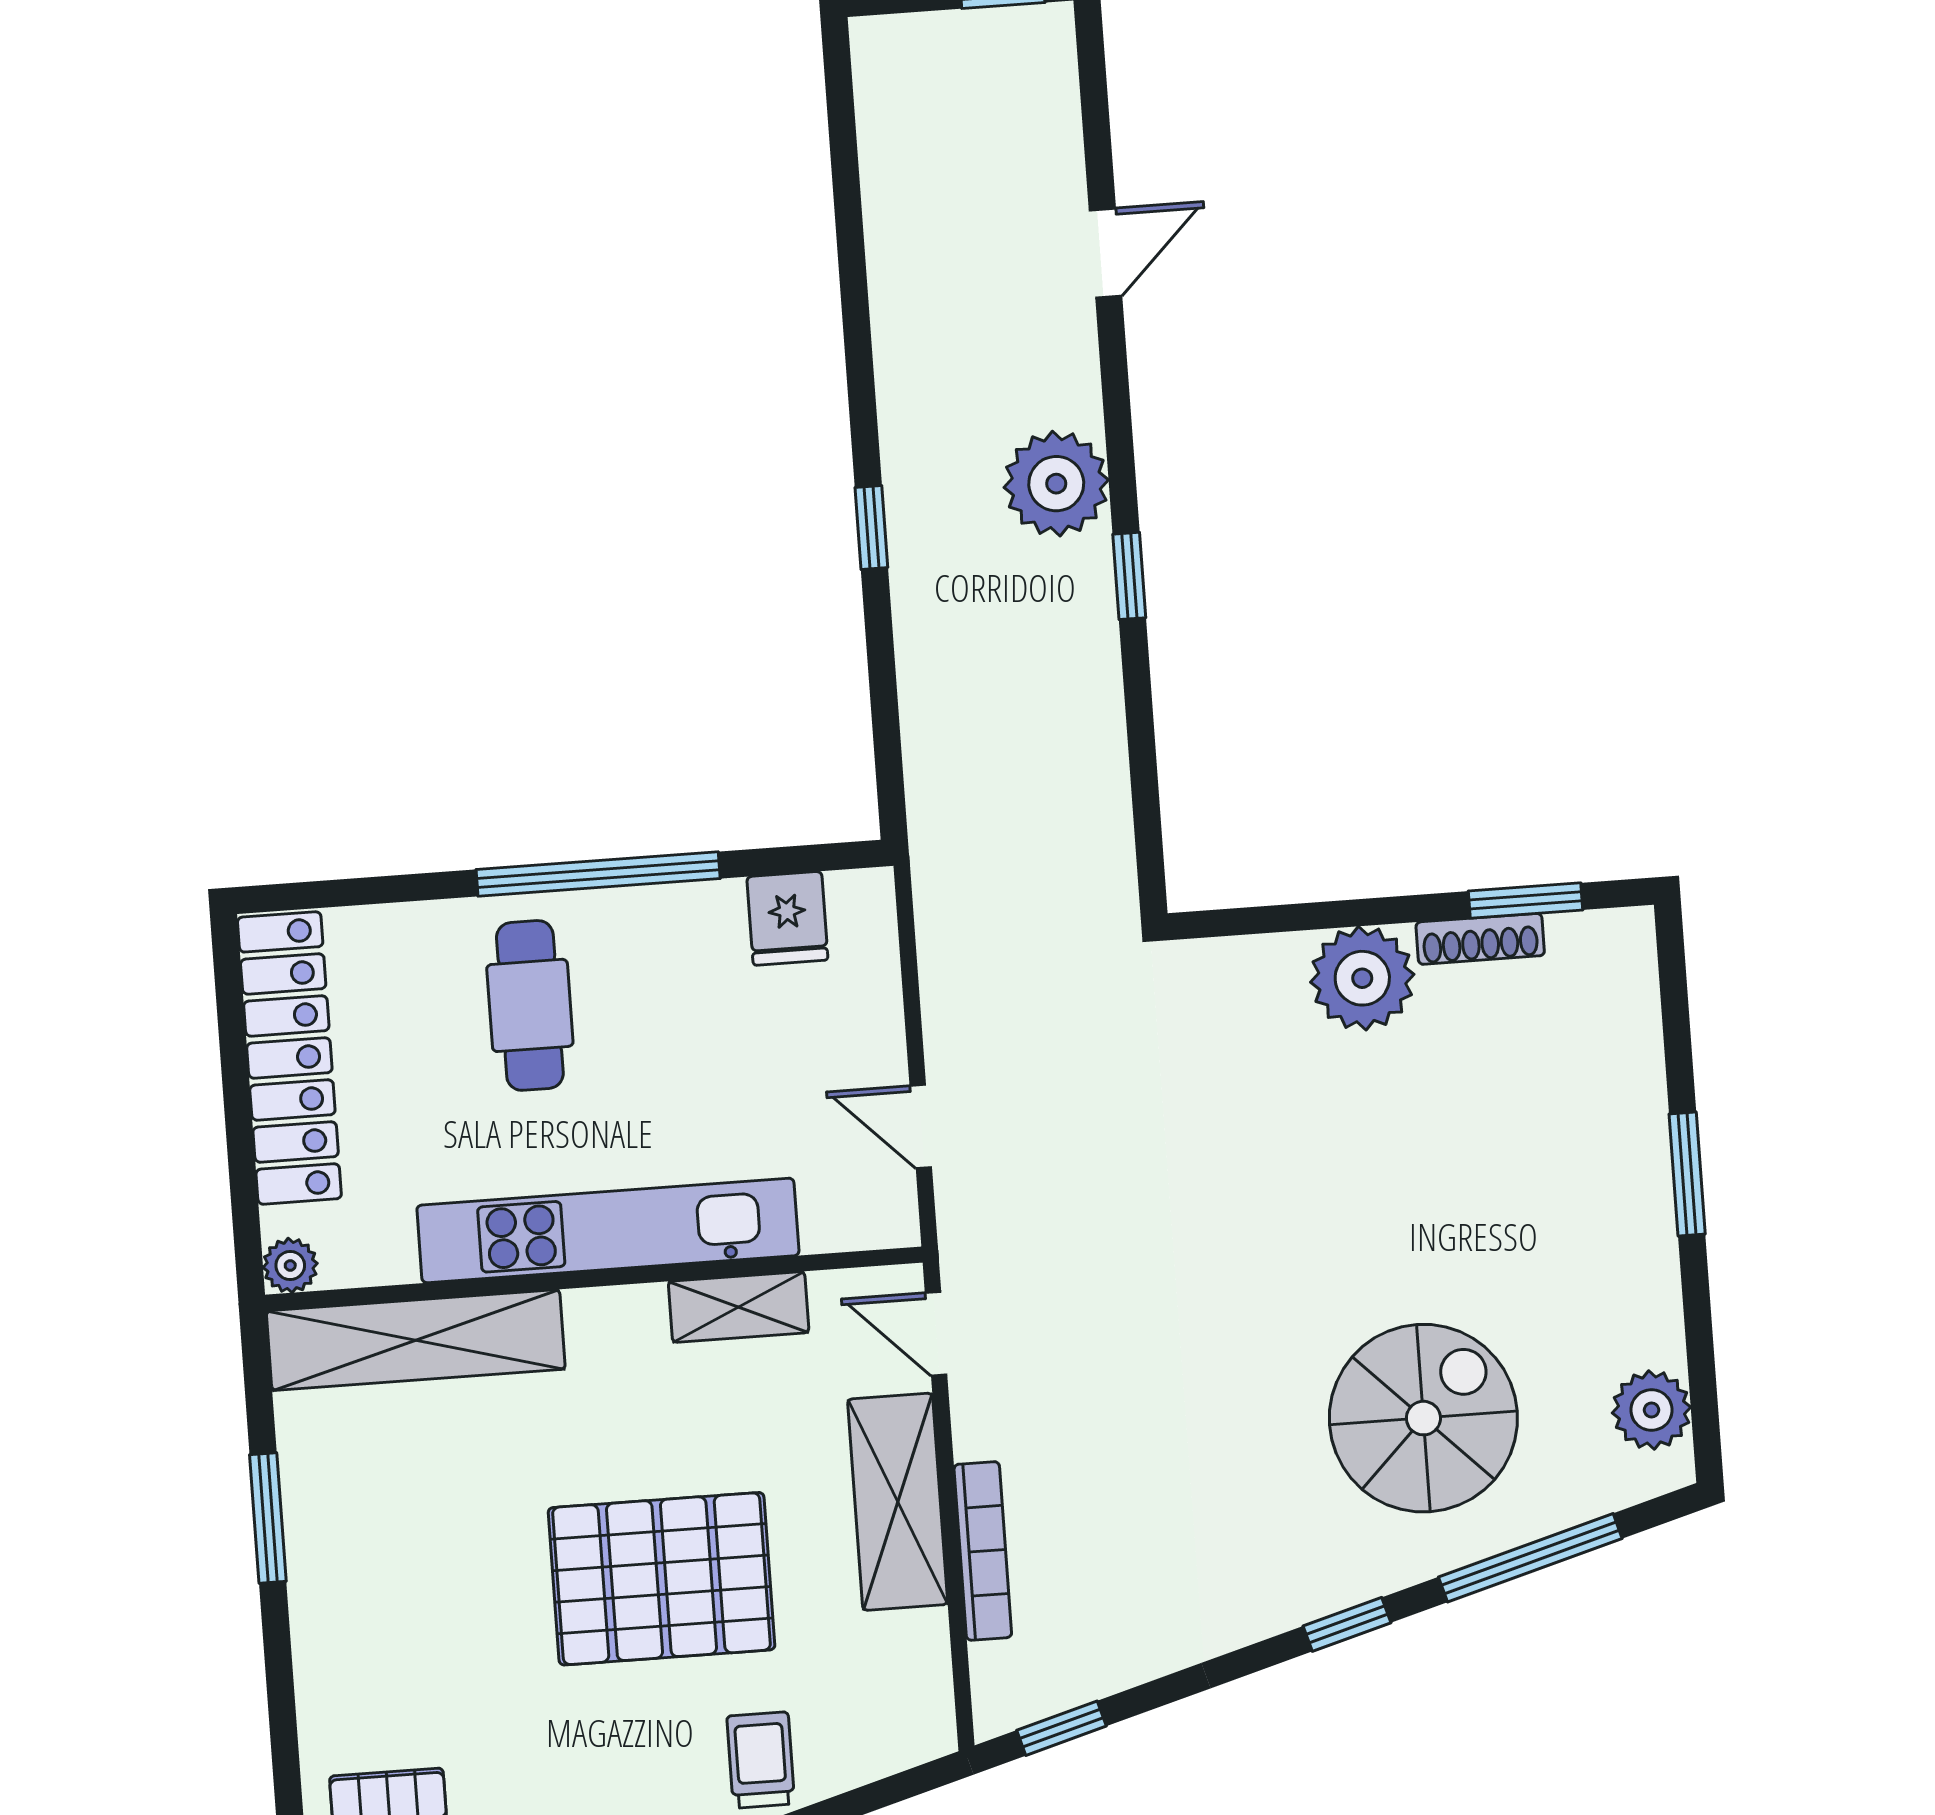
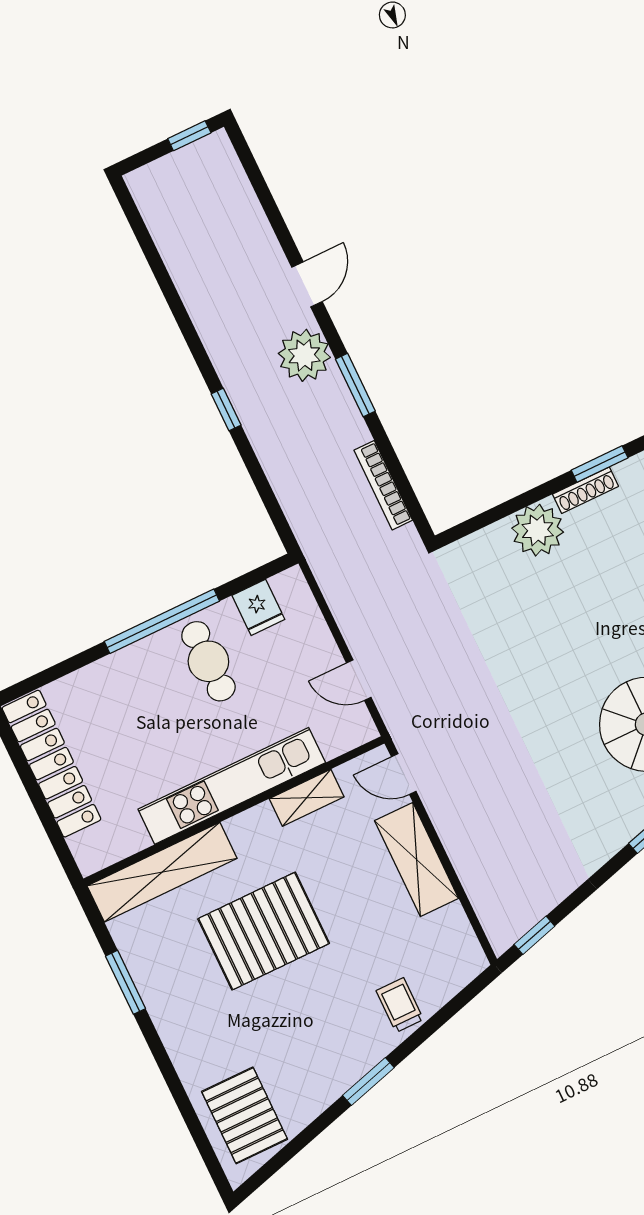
door: (1106, 253) -> (307, 284), moved
window: (1129, 576) -> (355, 385), width x1.50
cafe table: (530, 1005) -> (208, 661), moved
plant: (290, 1265) -> (90, 860), removed
bookcase: (983, 1551) -> (383, 485), moved, turned 180
pallet: (662, 1579) -> (264, 931), moved

